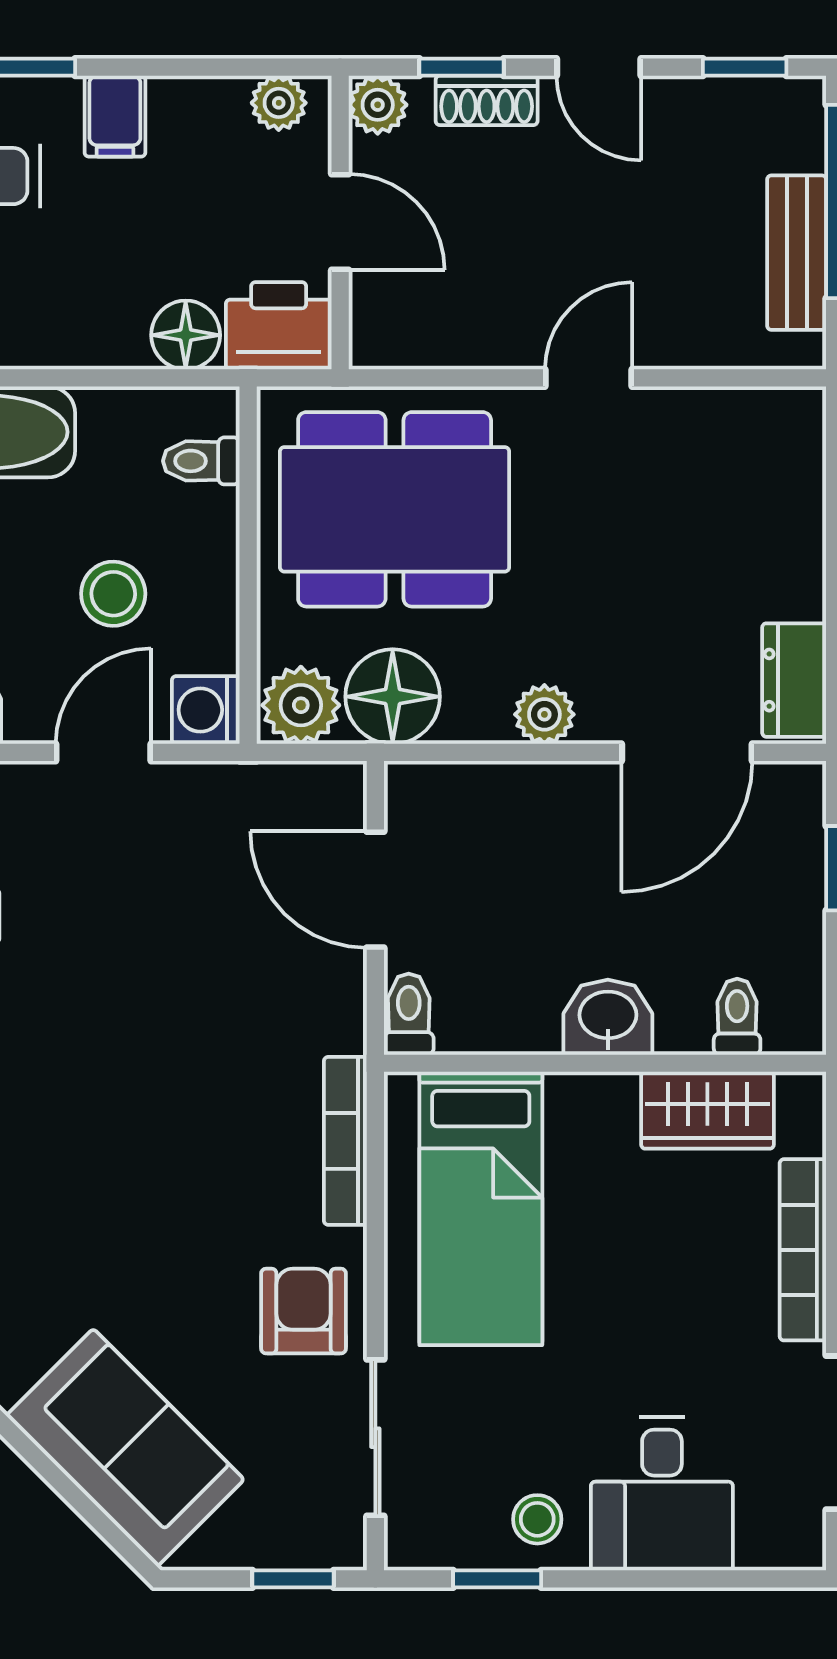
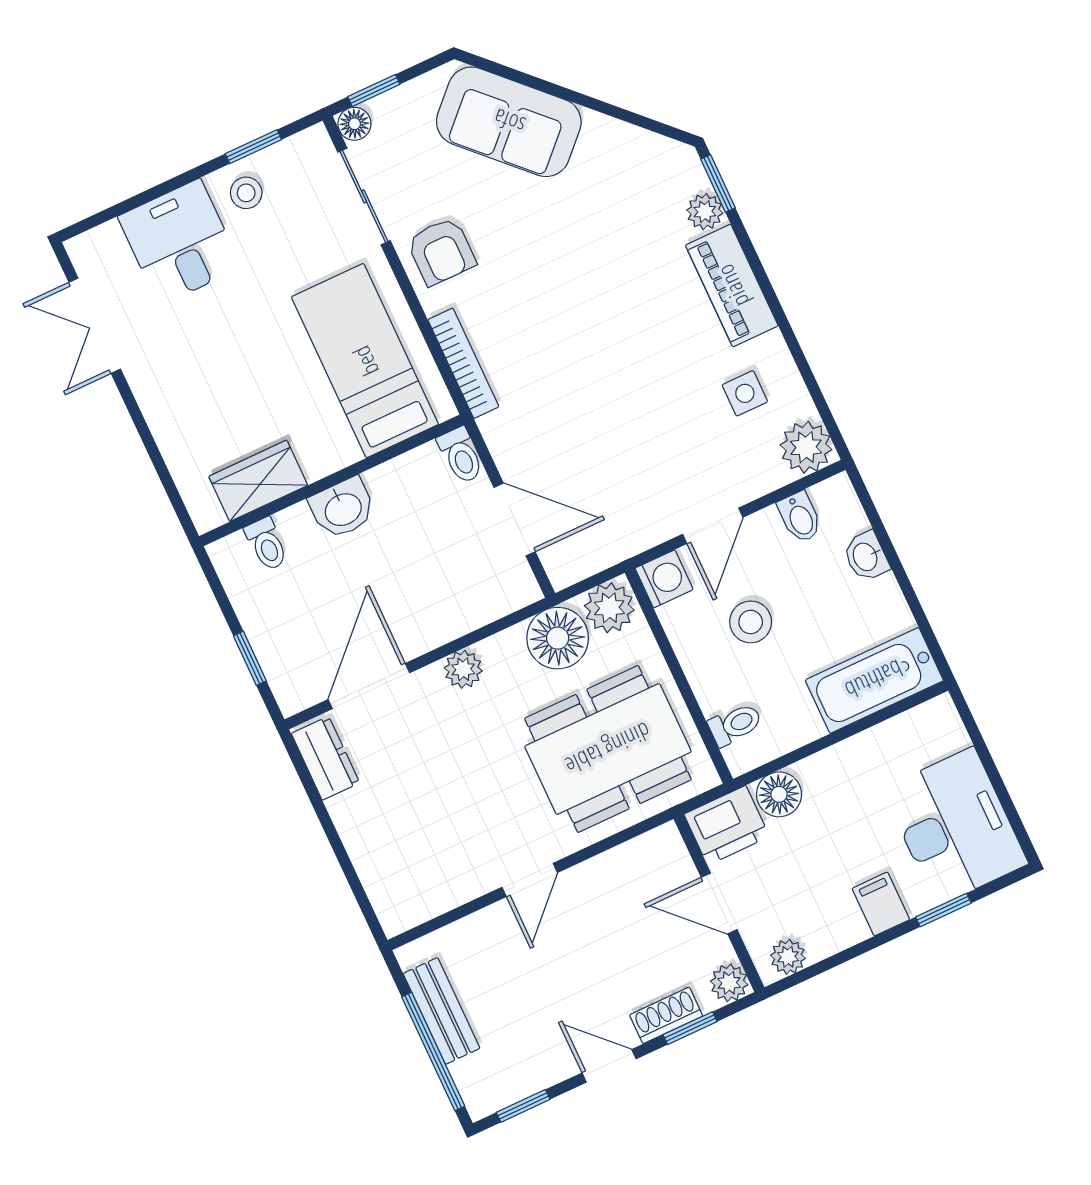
bookcase: (803, 1250) -> (164, 425), removed
floor lamp: (342, 1545) -> (354, 124), added

